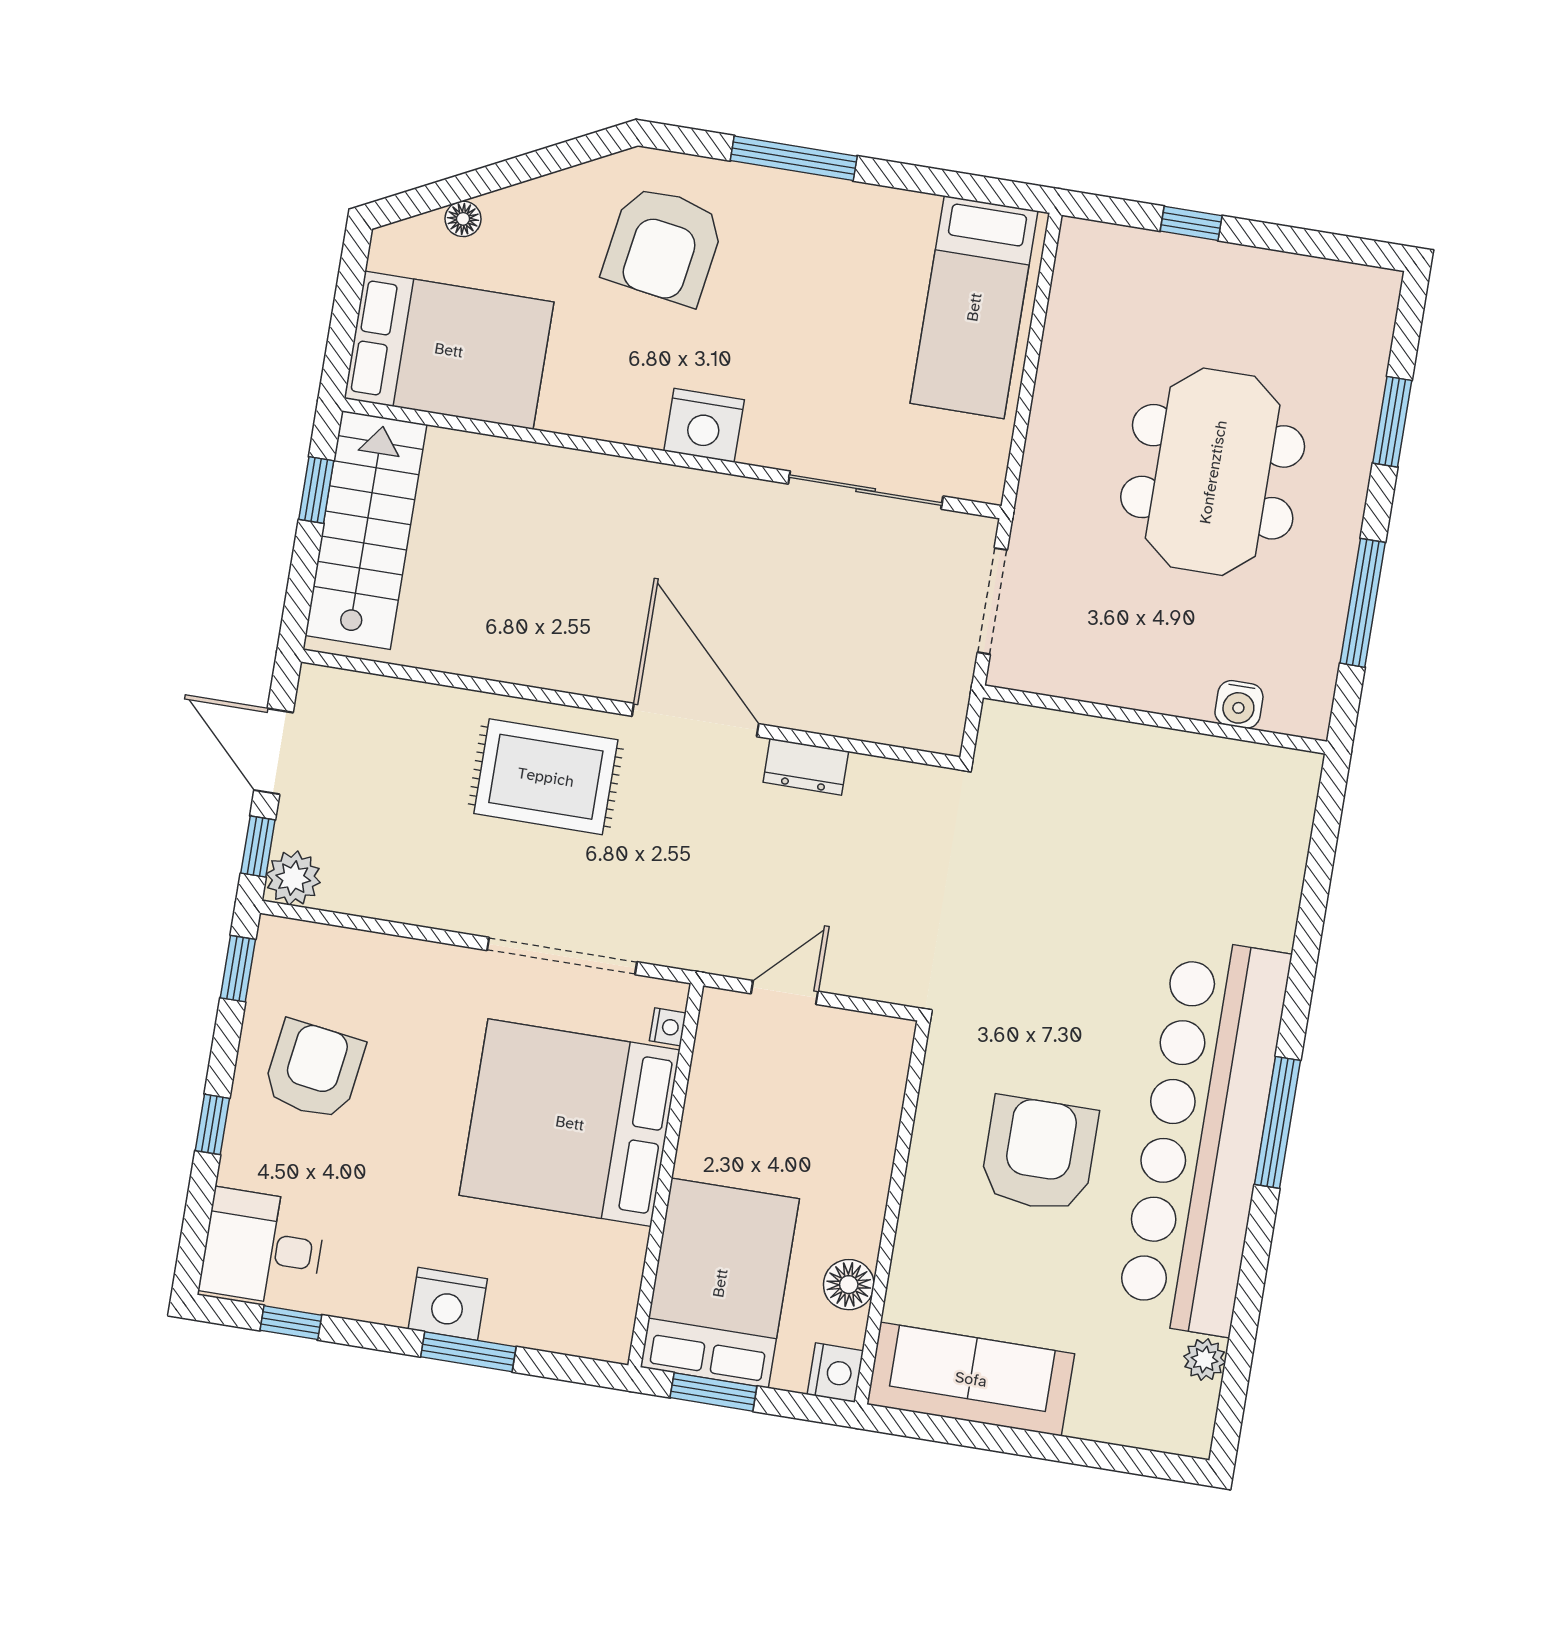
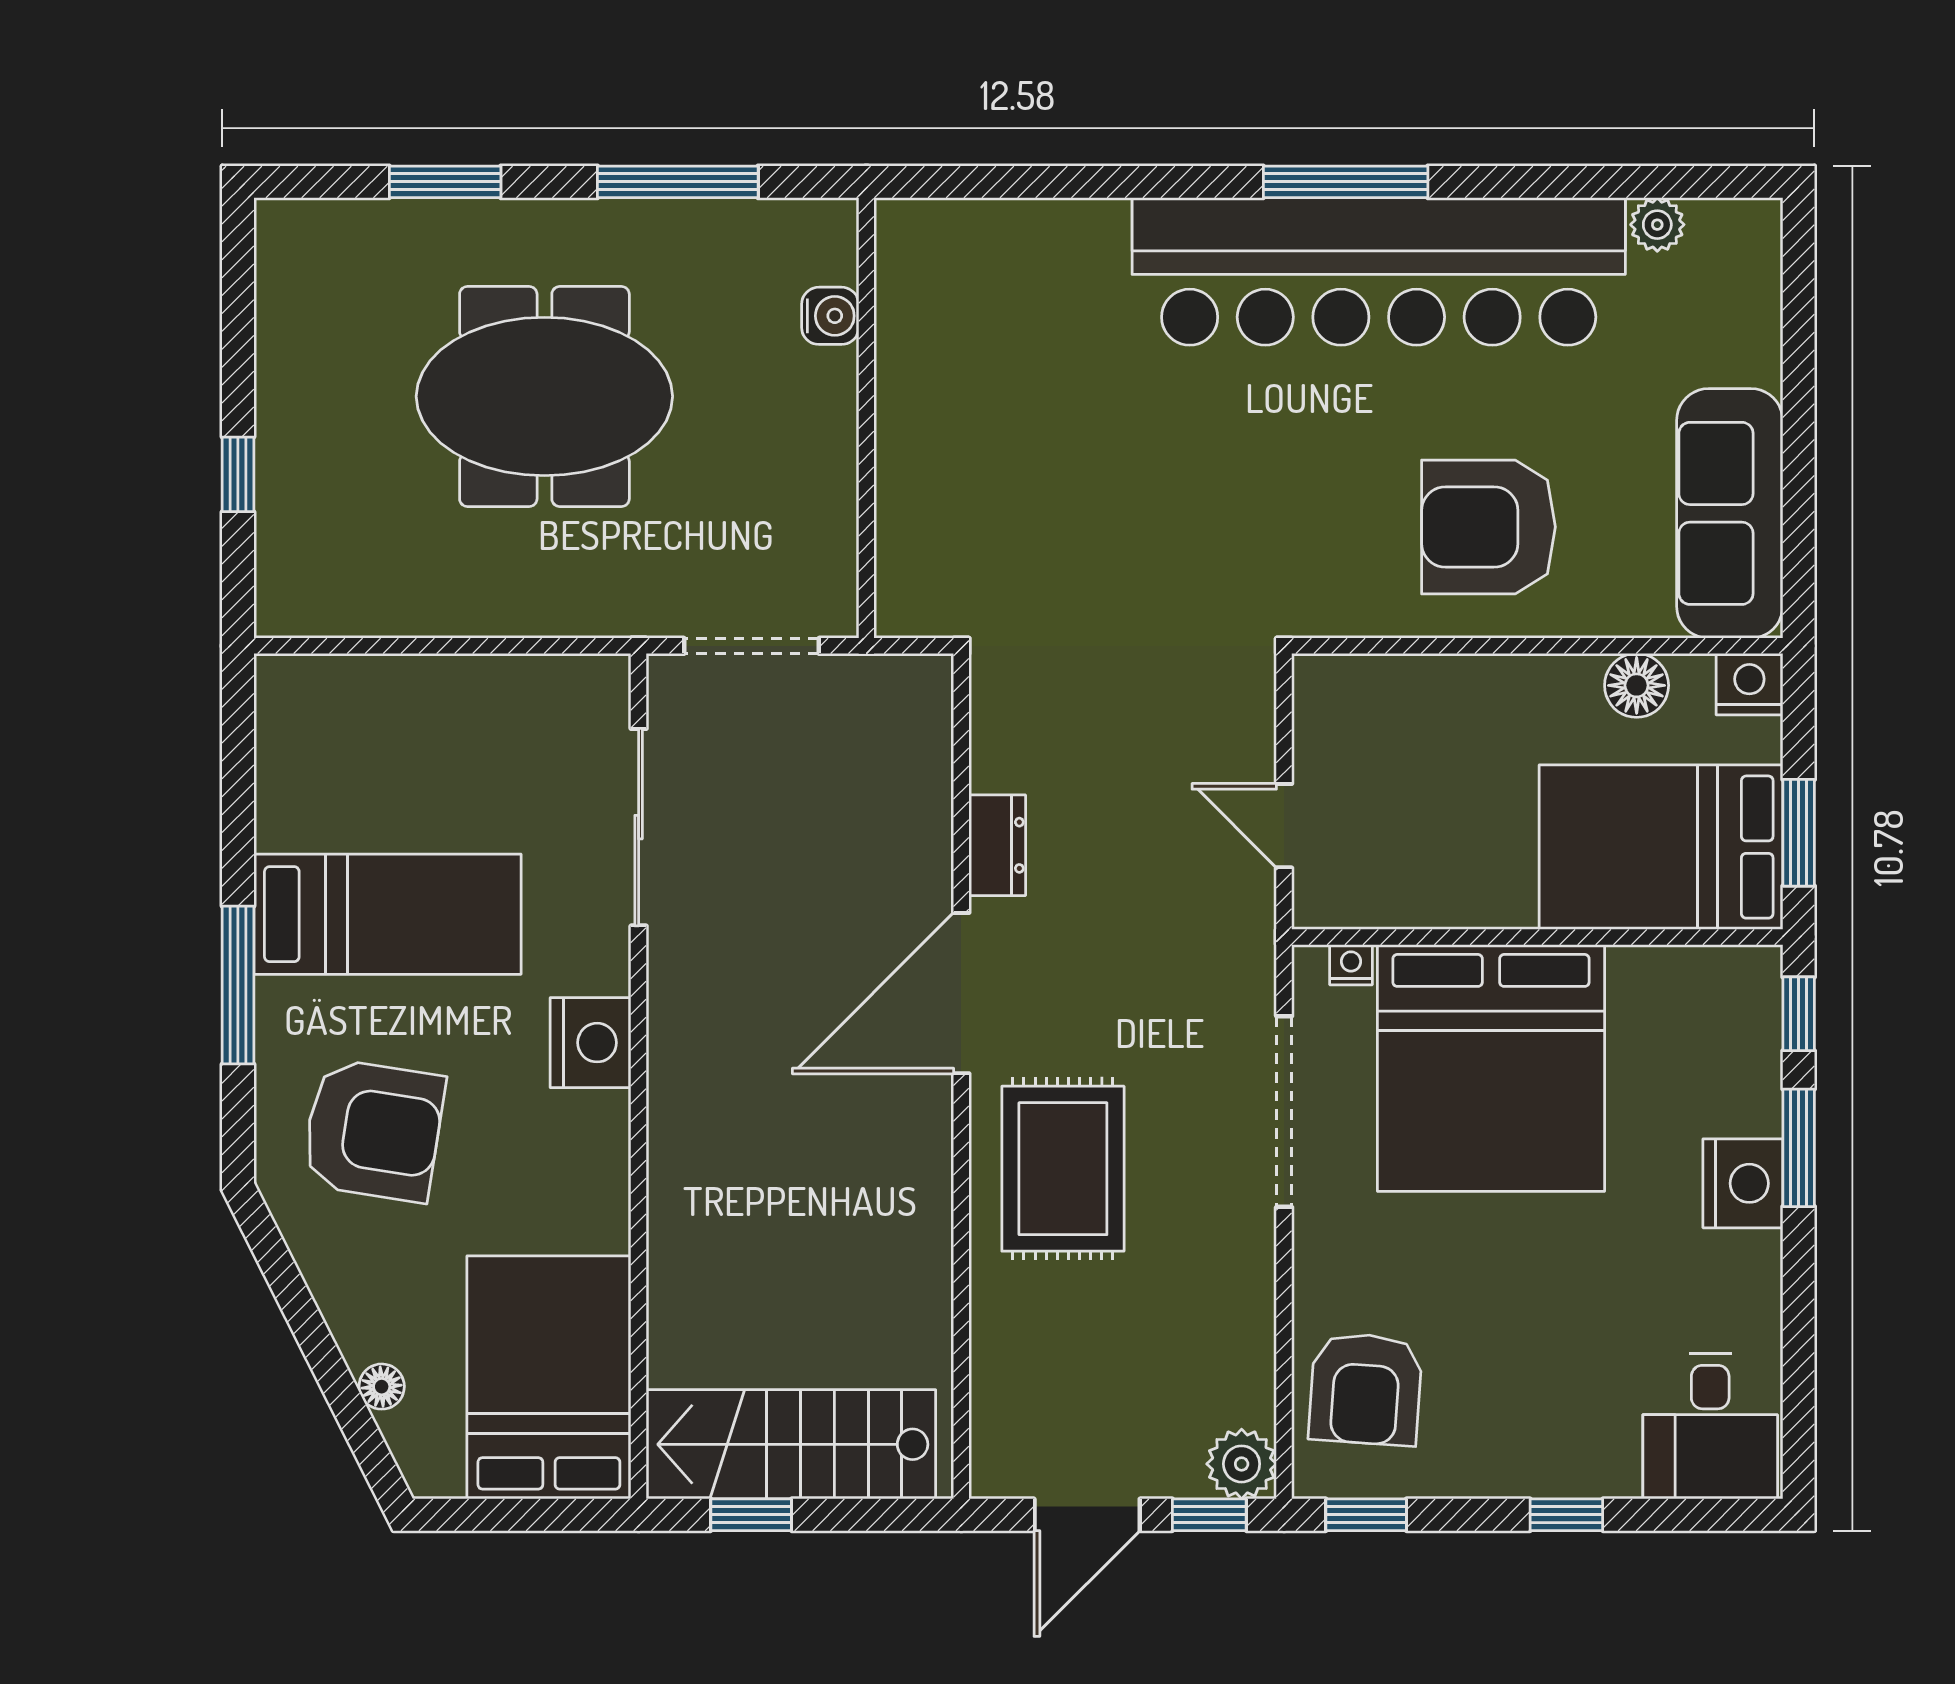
bed: (974, 307) -> (387, 914), moved
armchair: (314, 1070) -> (1366, 1389), moved, turned -94
armchair: (1039, 1154) -> (1488, 527), moved
window: (291, 1323) -> (1799, 1014), moved

